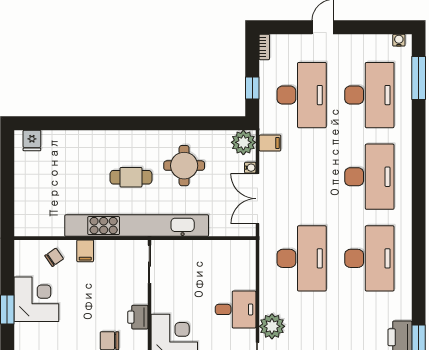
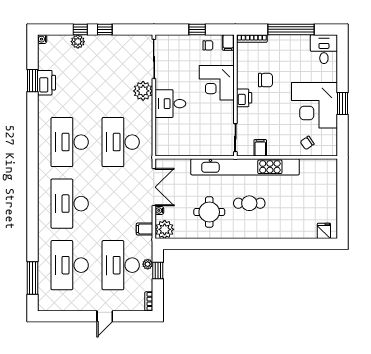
water cooler: (399, 40) -> (47, 307), removed
plant: (266, 96) -> (148, 264), added
filing cabinet: (85, 251) -> (260, 148), moved
corner desk: (36, 299) -> (314, 105), width x1.36, depth x1.36

